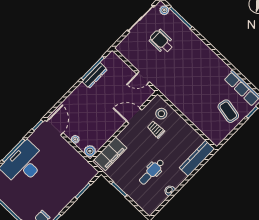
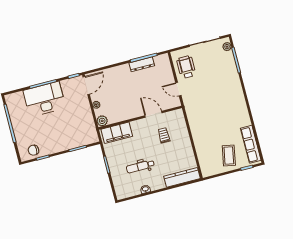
wheelchair: (161, 41) -> (186, 67), moved
stool: (161, 114) -> (176, 126), removed

